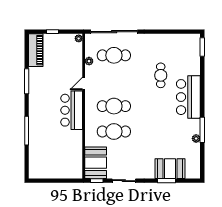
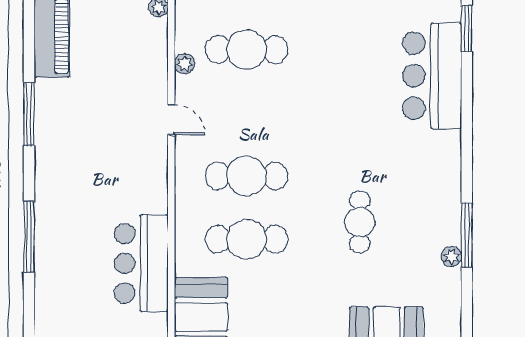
cafe table: (161, 75) -> (360, 222), moved
door: (84, 84) -> (171, 120), swing flipped
bar counter: (188, 97) -> (432, 76), moved
bar counter: (72, 110) -> (141, 263), moved

